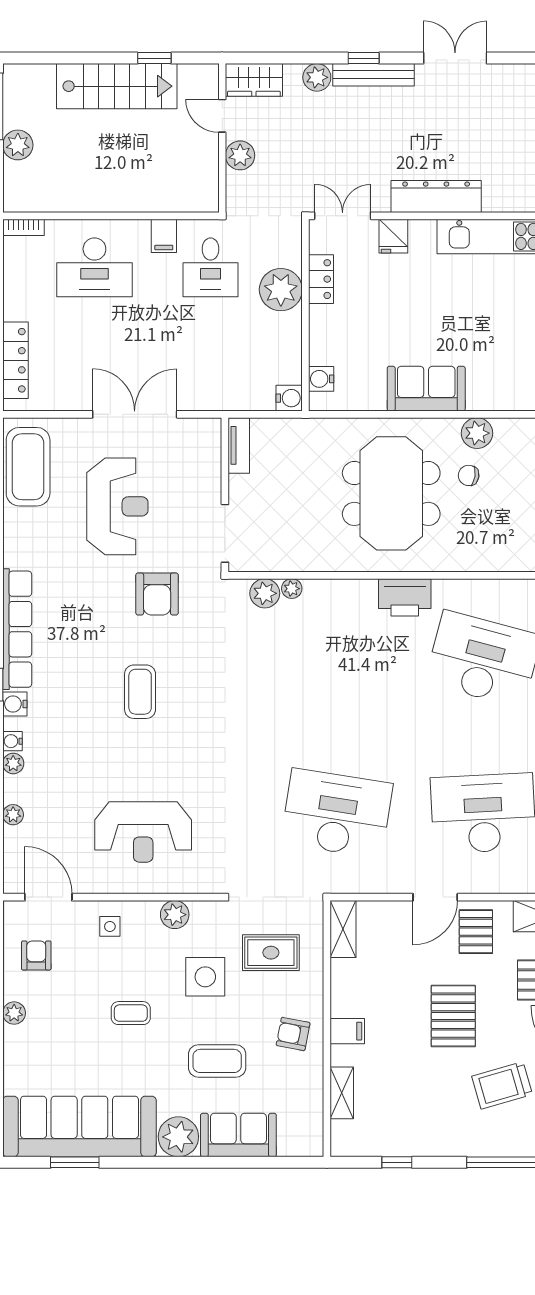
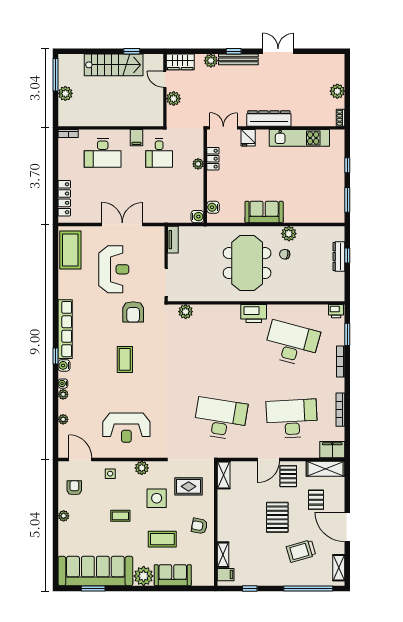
plant: (281, 290) -> (198, 164), width x0.53, depth x0.53
plant: (292, 589) -> (199, 309), removed
filing cabinet: (347, 1031) -> (226, 575), moved

